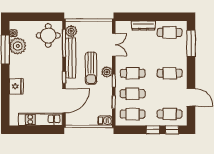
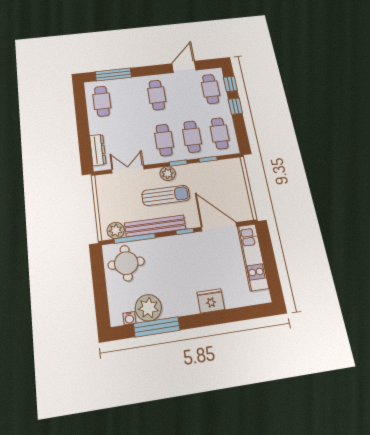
dresser: (143, 25) -> (98, 150), moved
barbecue: (105, 121) -> (236, 167), removed

